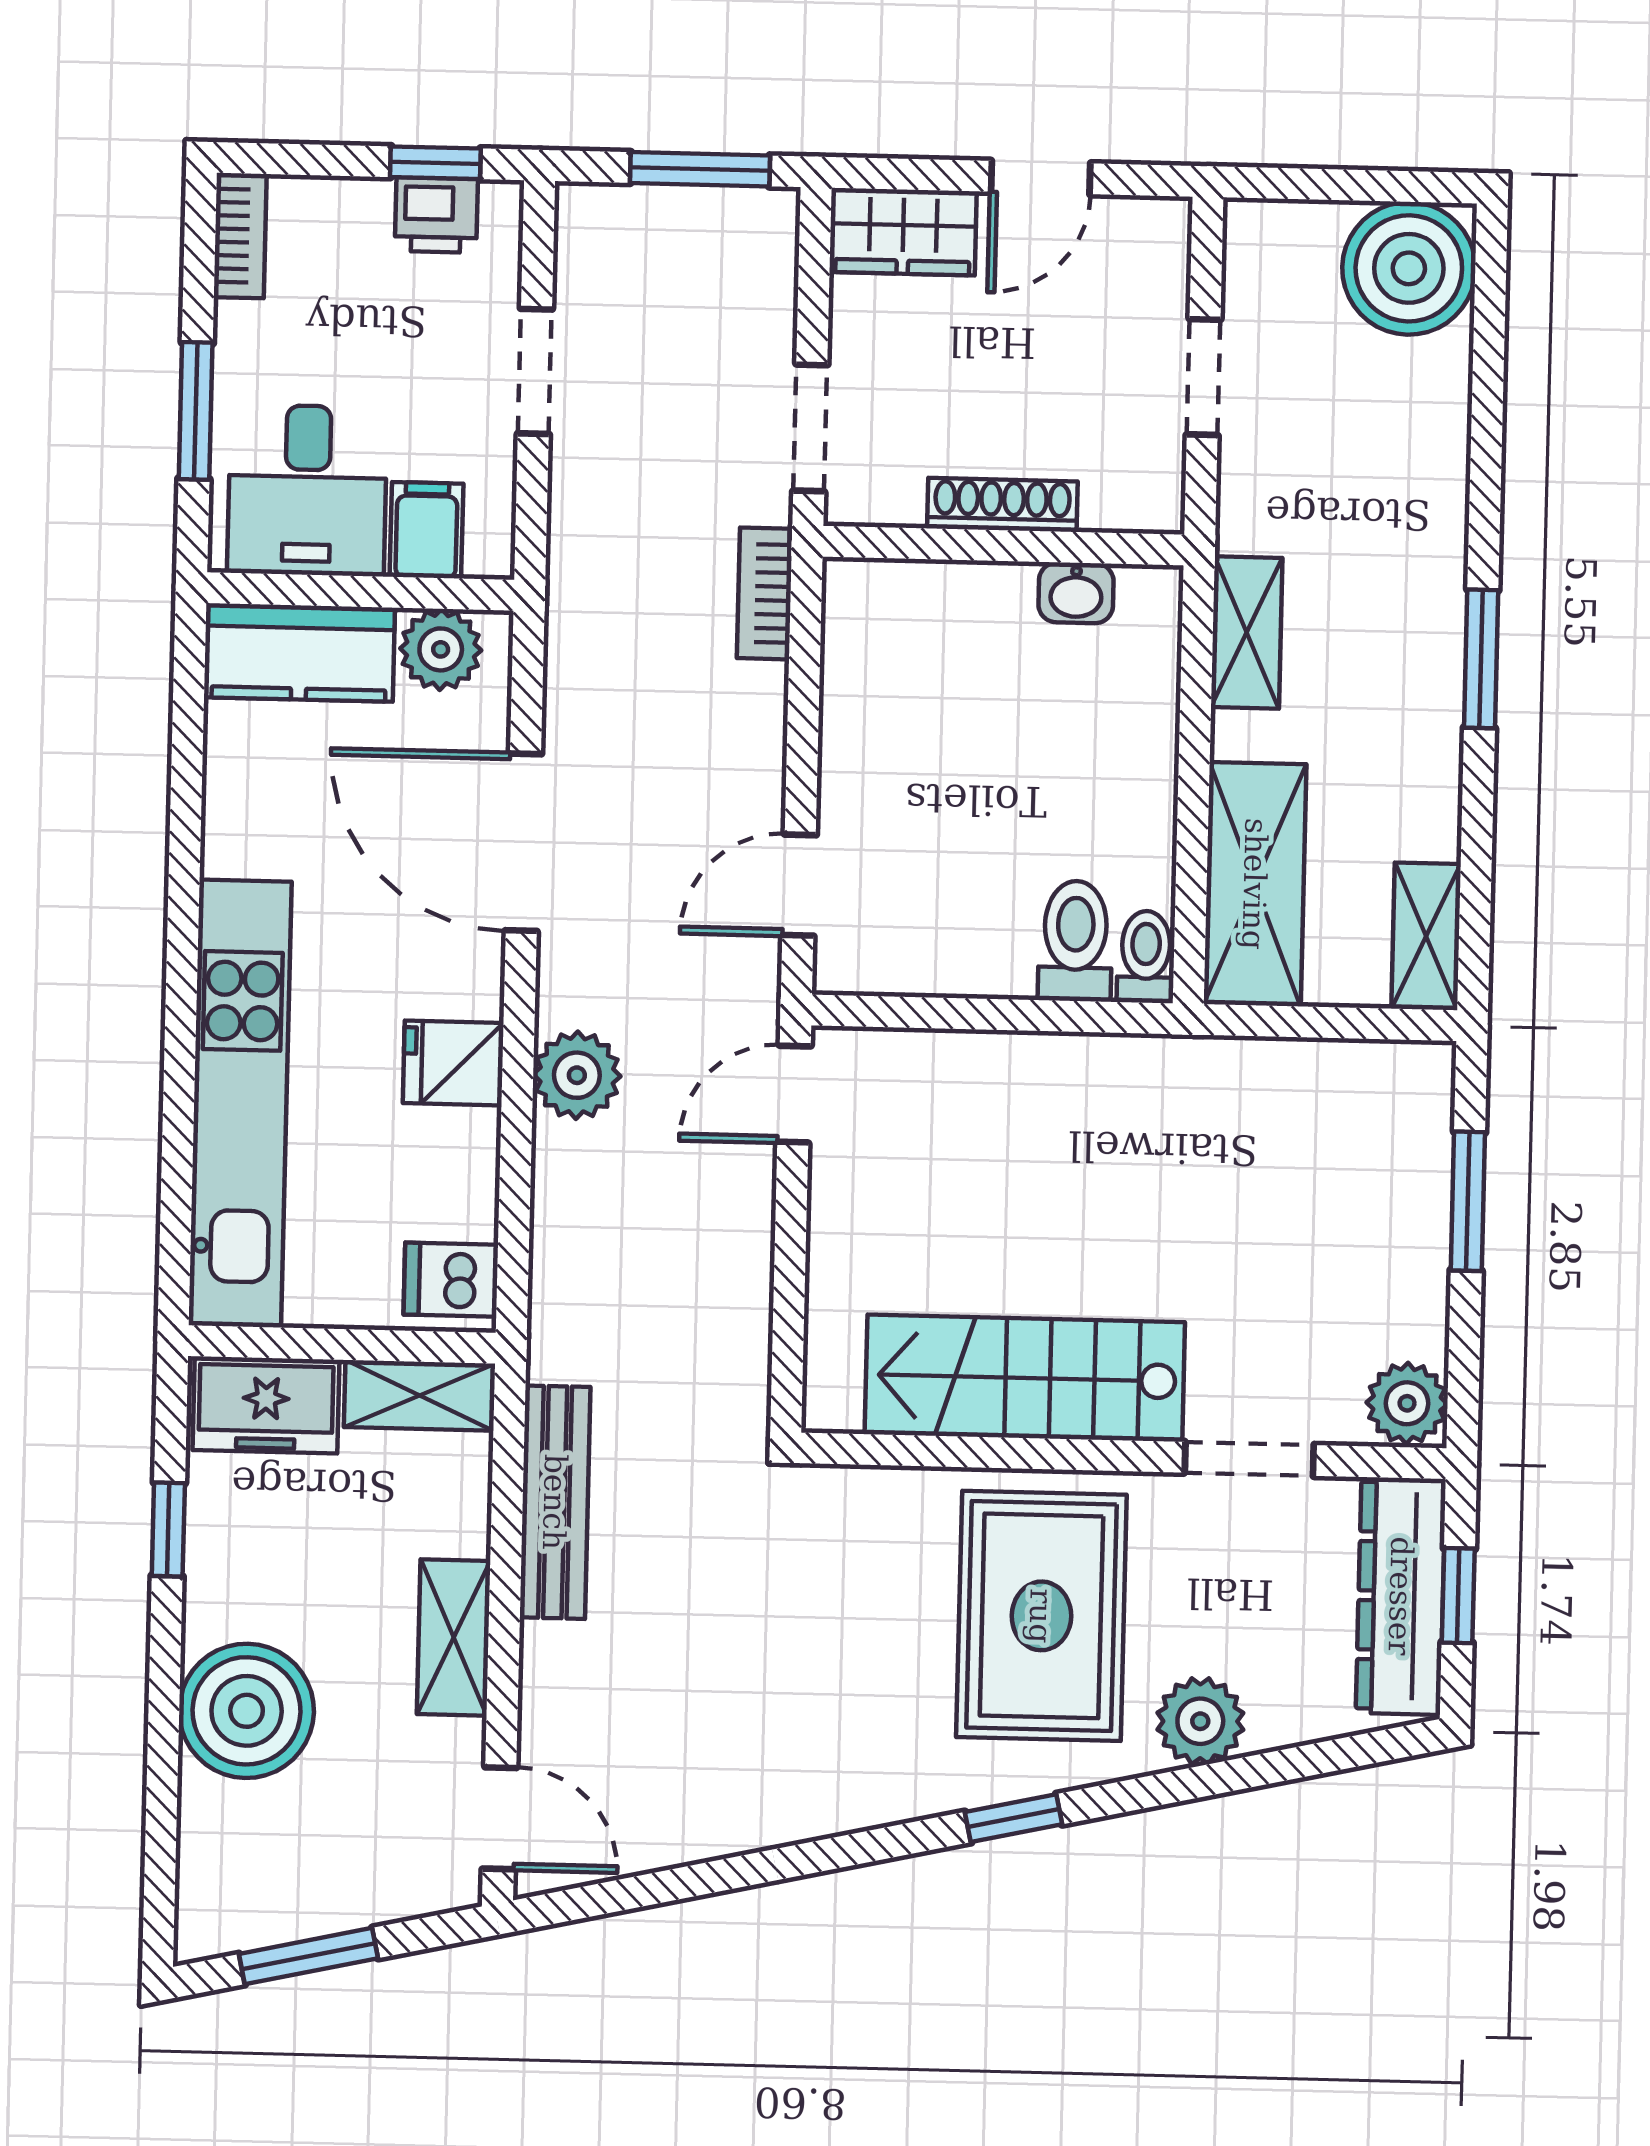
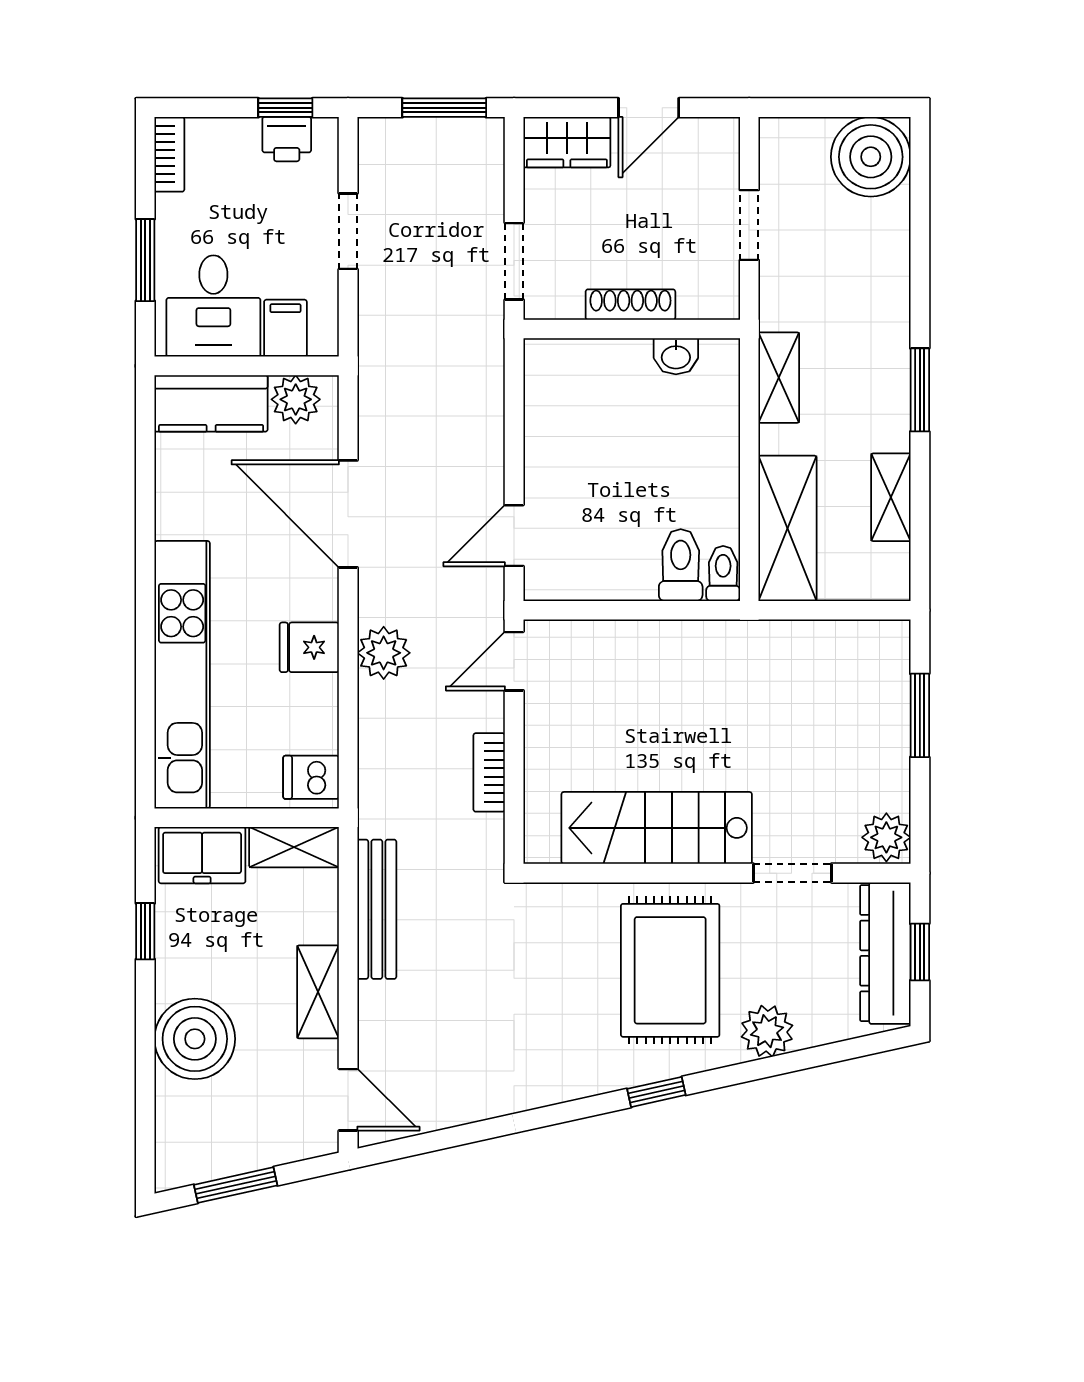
bookcase: (765, 593) -> (489, 772), moved
shelving: (1426, 936) -> (891, 497), moved

